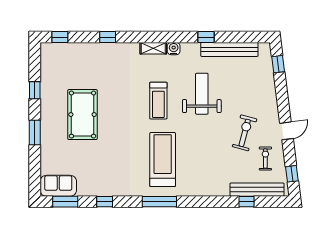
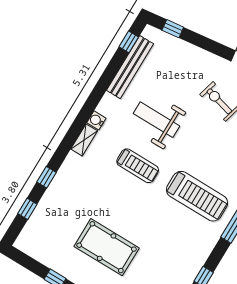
window: (60, 37) -> (27, 209), moved
window: (206, 37) -> (129, 42), moved
treadmill: (163, 160) -> (197, 196), turned 180

